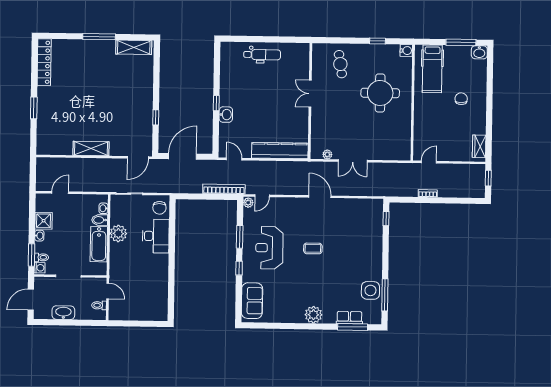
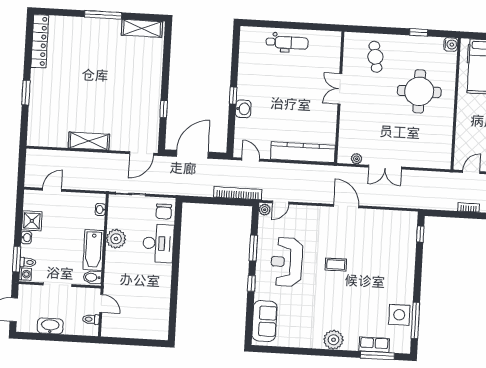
bidet: (100, 220) -> (92, 277), moved

